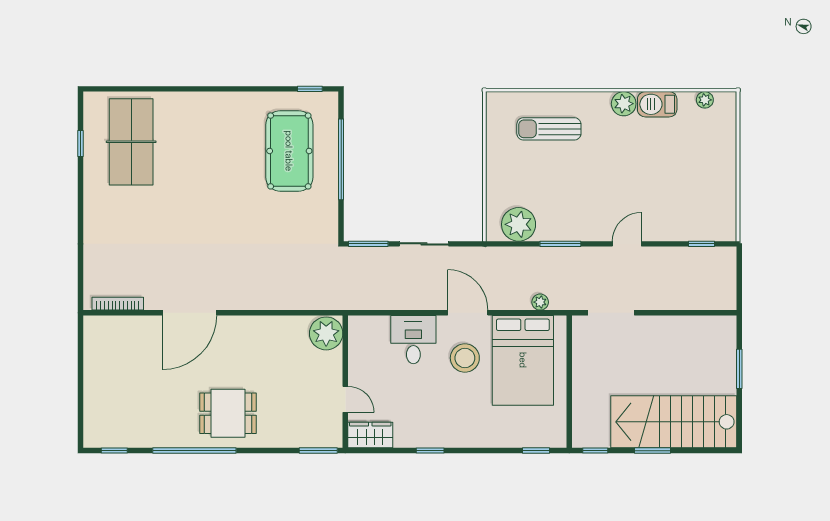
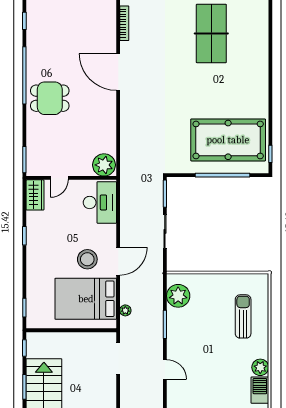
table tennis table: (131, 142) -> (211, 33), moved, turned 90
pool table: (289, 151) -> (228, 140), width x1.36, depth x1.32
desk: (413, 340) -> (100, 202), moved, width x1.37
dining table: (228, 413) -> (50, 98), turned 90

